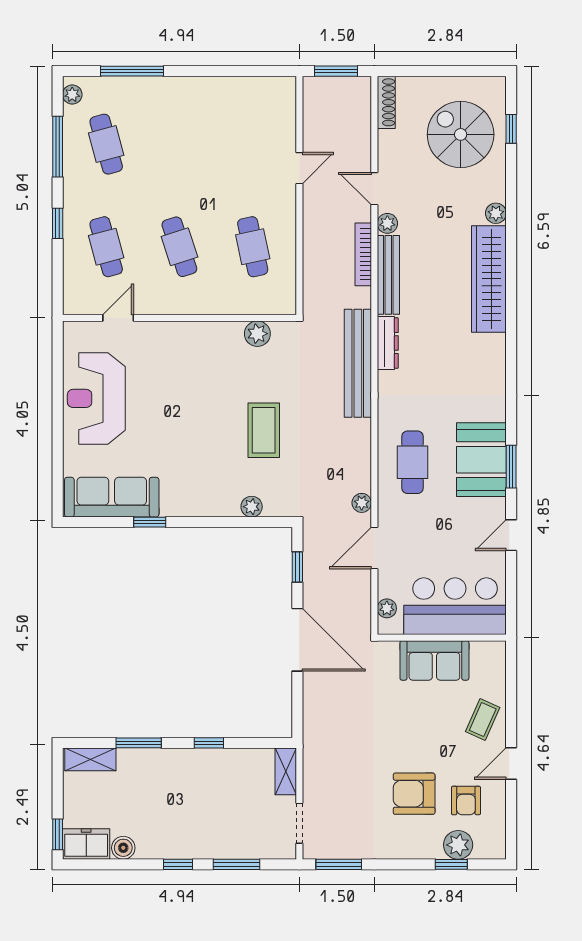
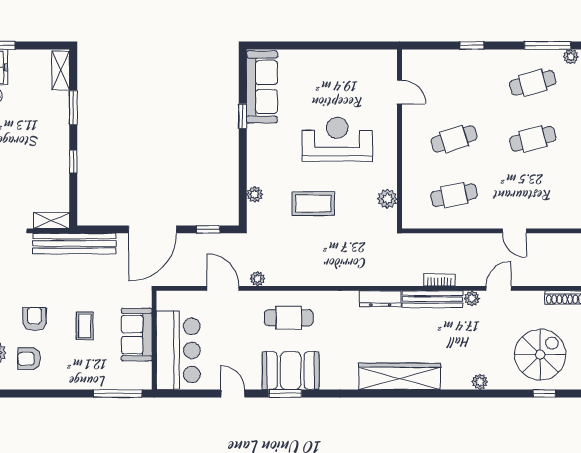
window: (58, 147) -> (548, 45), moved
cafe table: (106, 247) -> (533, 139), moved
bookcase: (363, 254) -> (439, 280), width x0.64
wardrobe: (489, 279) -> (400, 376), moved
bench: (358, 363) -> (74, 244), moved
reception desk: (96, 398) -> (337, 139), moved
plant: (387, 608) -> (177, 298), removed
window: (511, 685) -> (118, 393), added
coffee table: (483, 720) -> (85, 326), moved, turned 66
door: (511, 763) -> (58, 393), removed
armchair: (414, 794) -> (34, 319), width x0.72, depth x0.72

